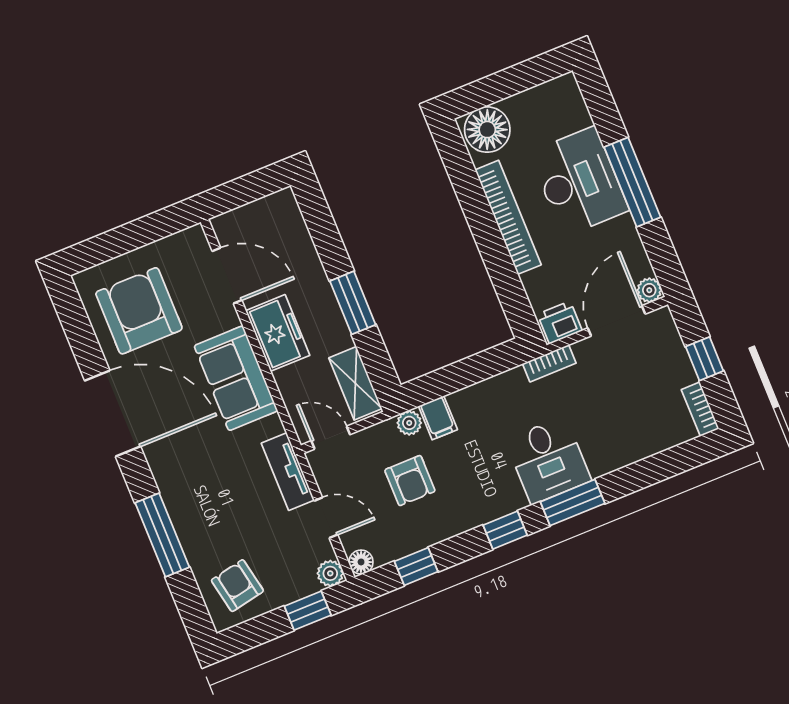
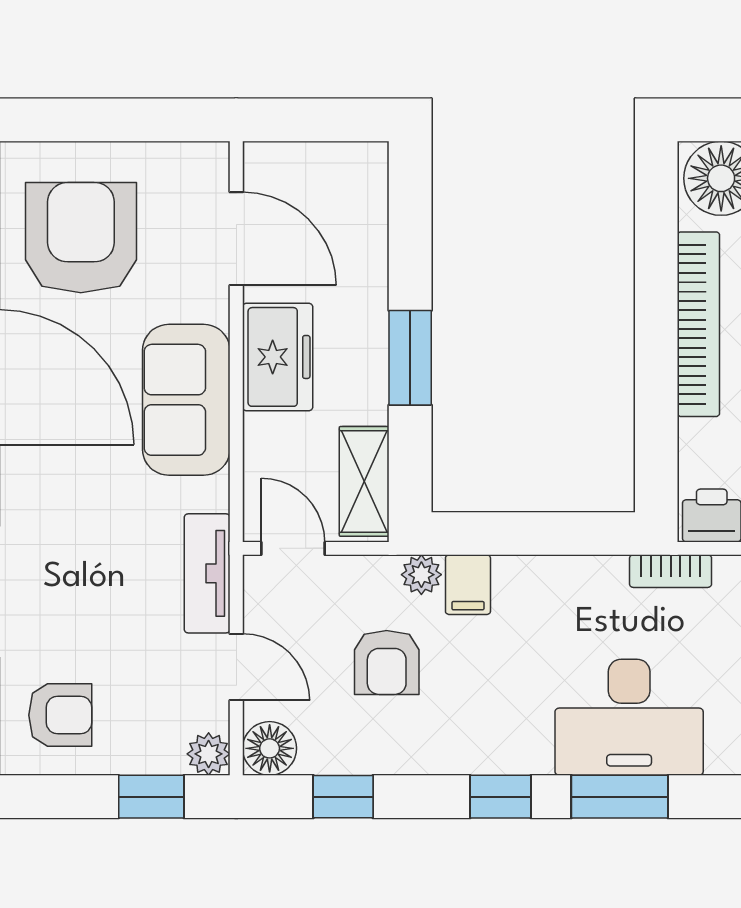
desk: (548, 460) -> (629, 717), width x1.37
floor lamp: (361, 562) -> (270, 748), width x1.37, depth x1.37
armchair: (237, 586) -> (60, 715), turned 101

